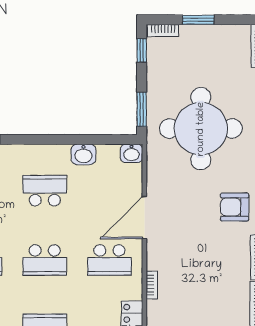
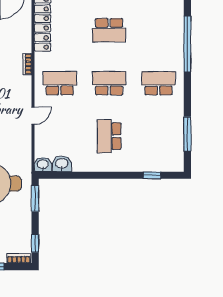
washbasin: (83, 154) -> (62, 164), moved
school desk: (45, 191) -> (109, 136), turned 90
door: (144, 218) -> (33, 116), width x0.53

